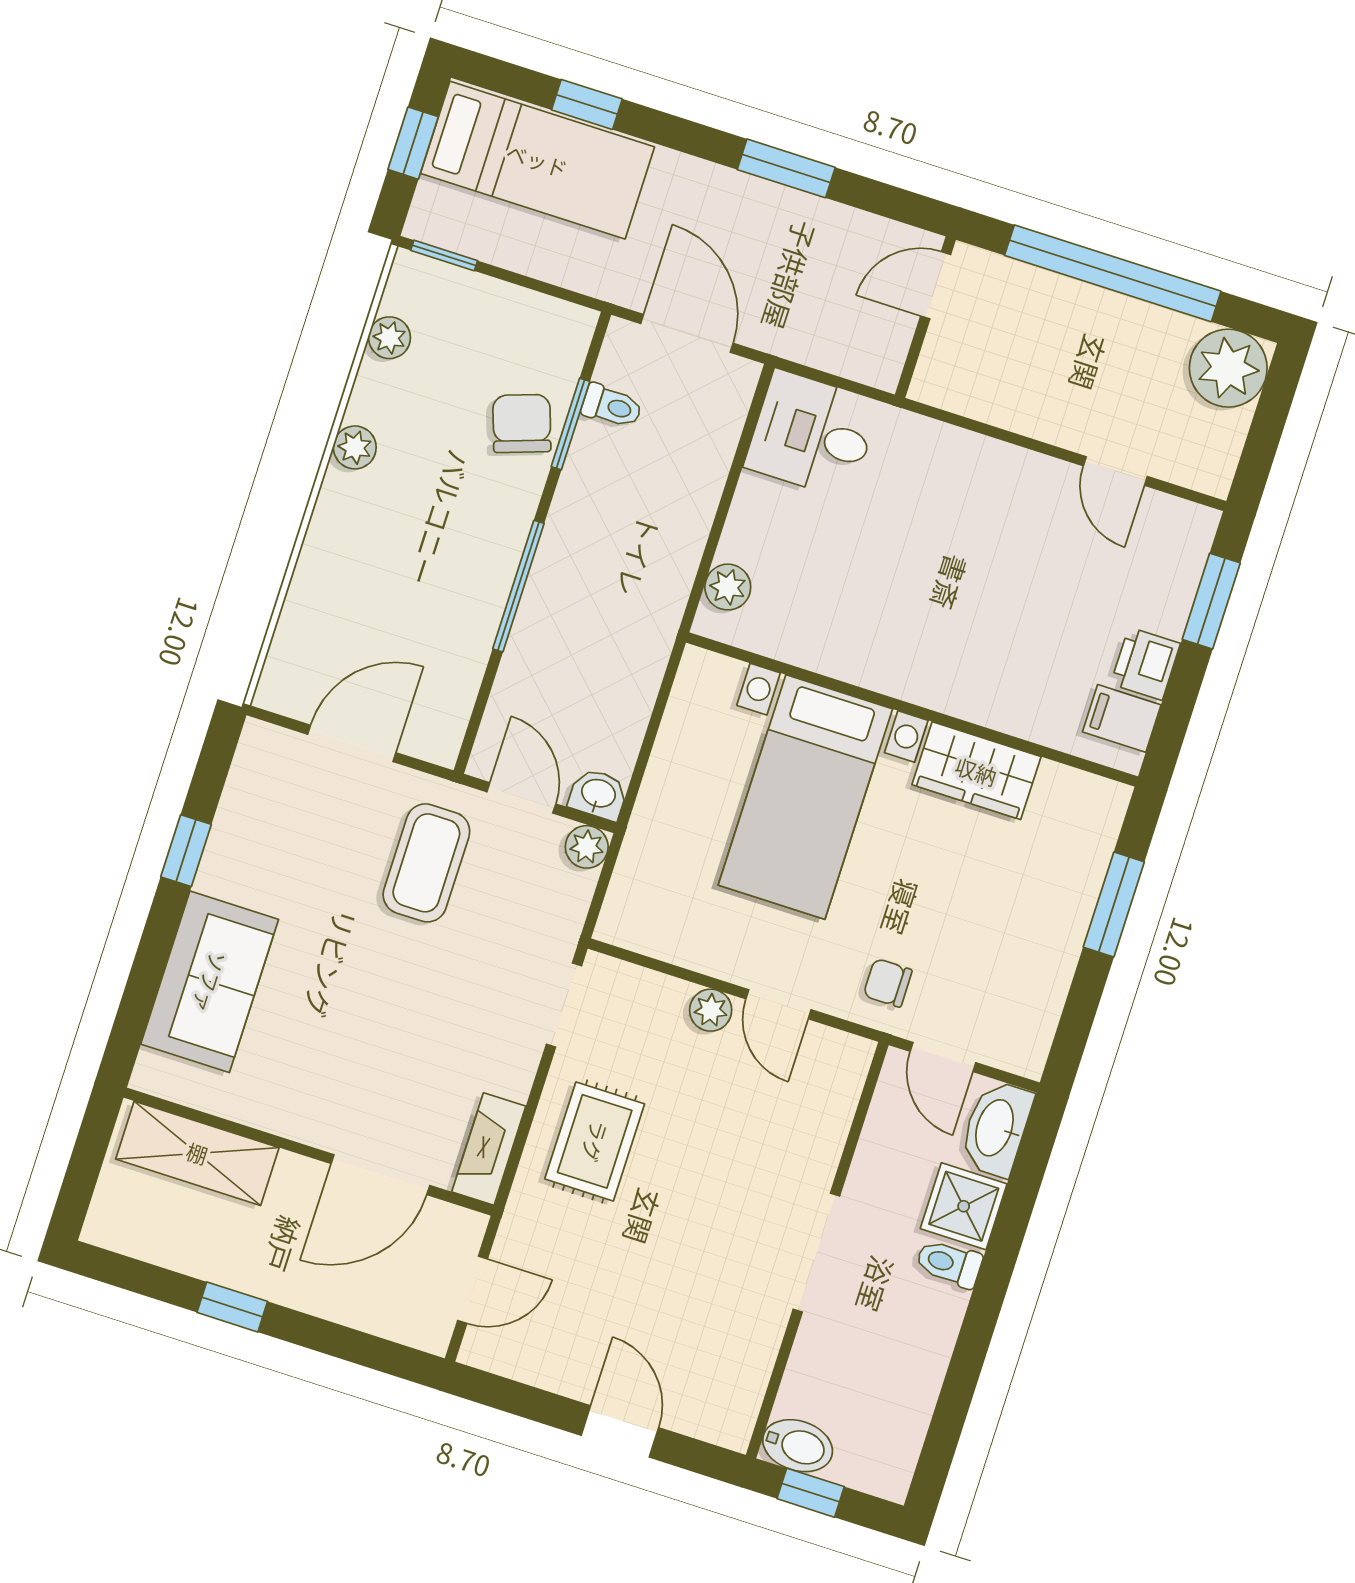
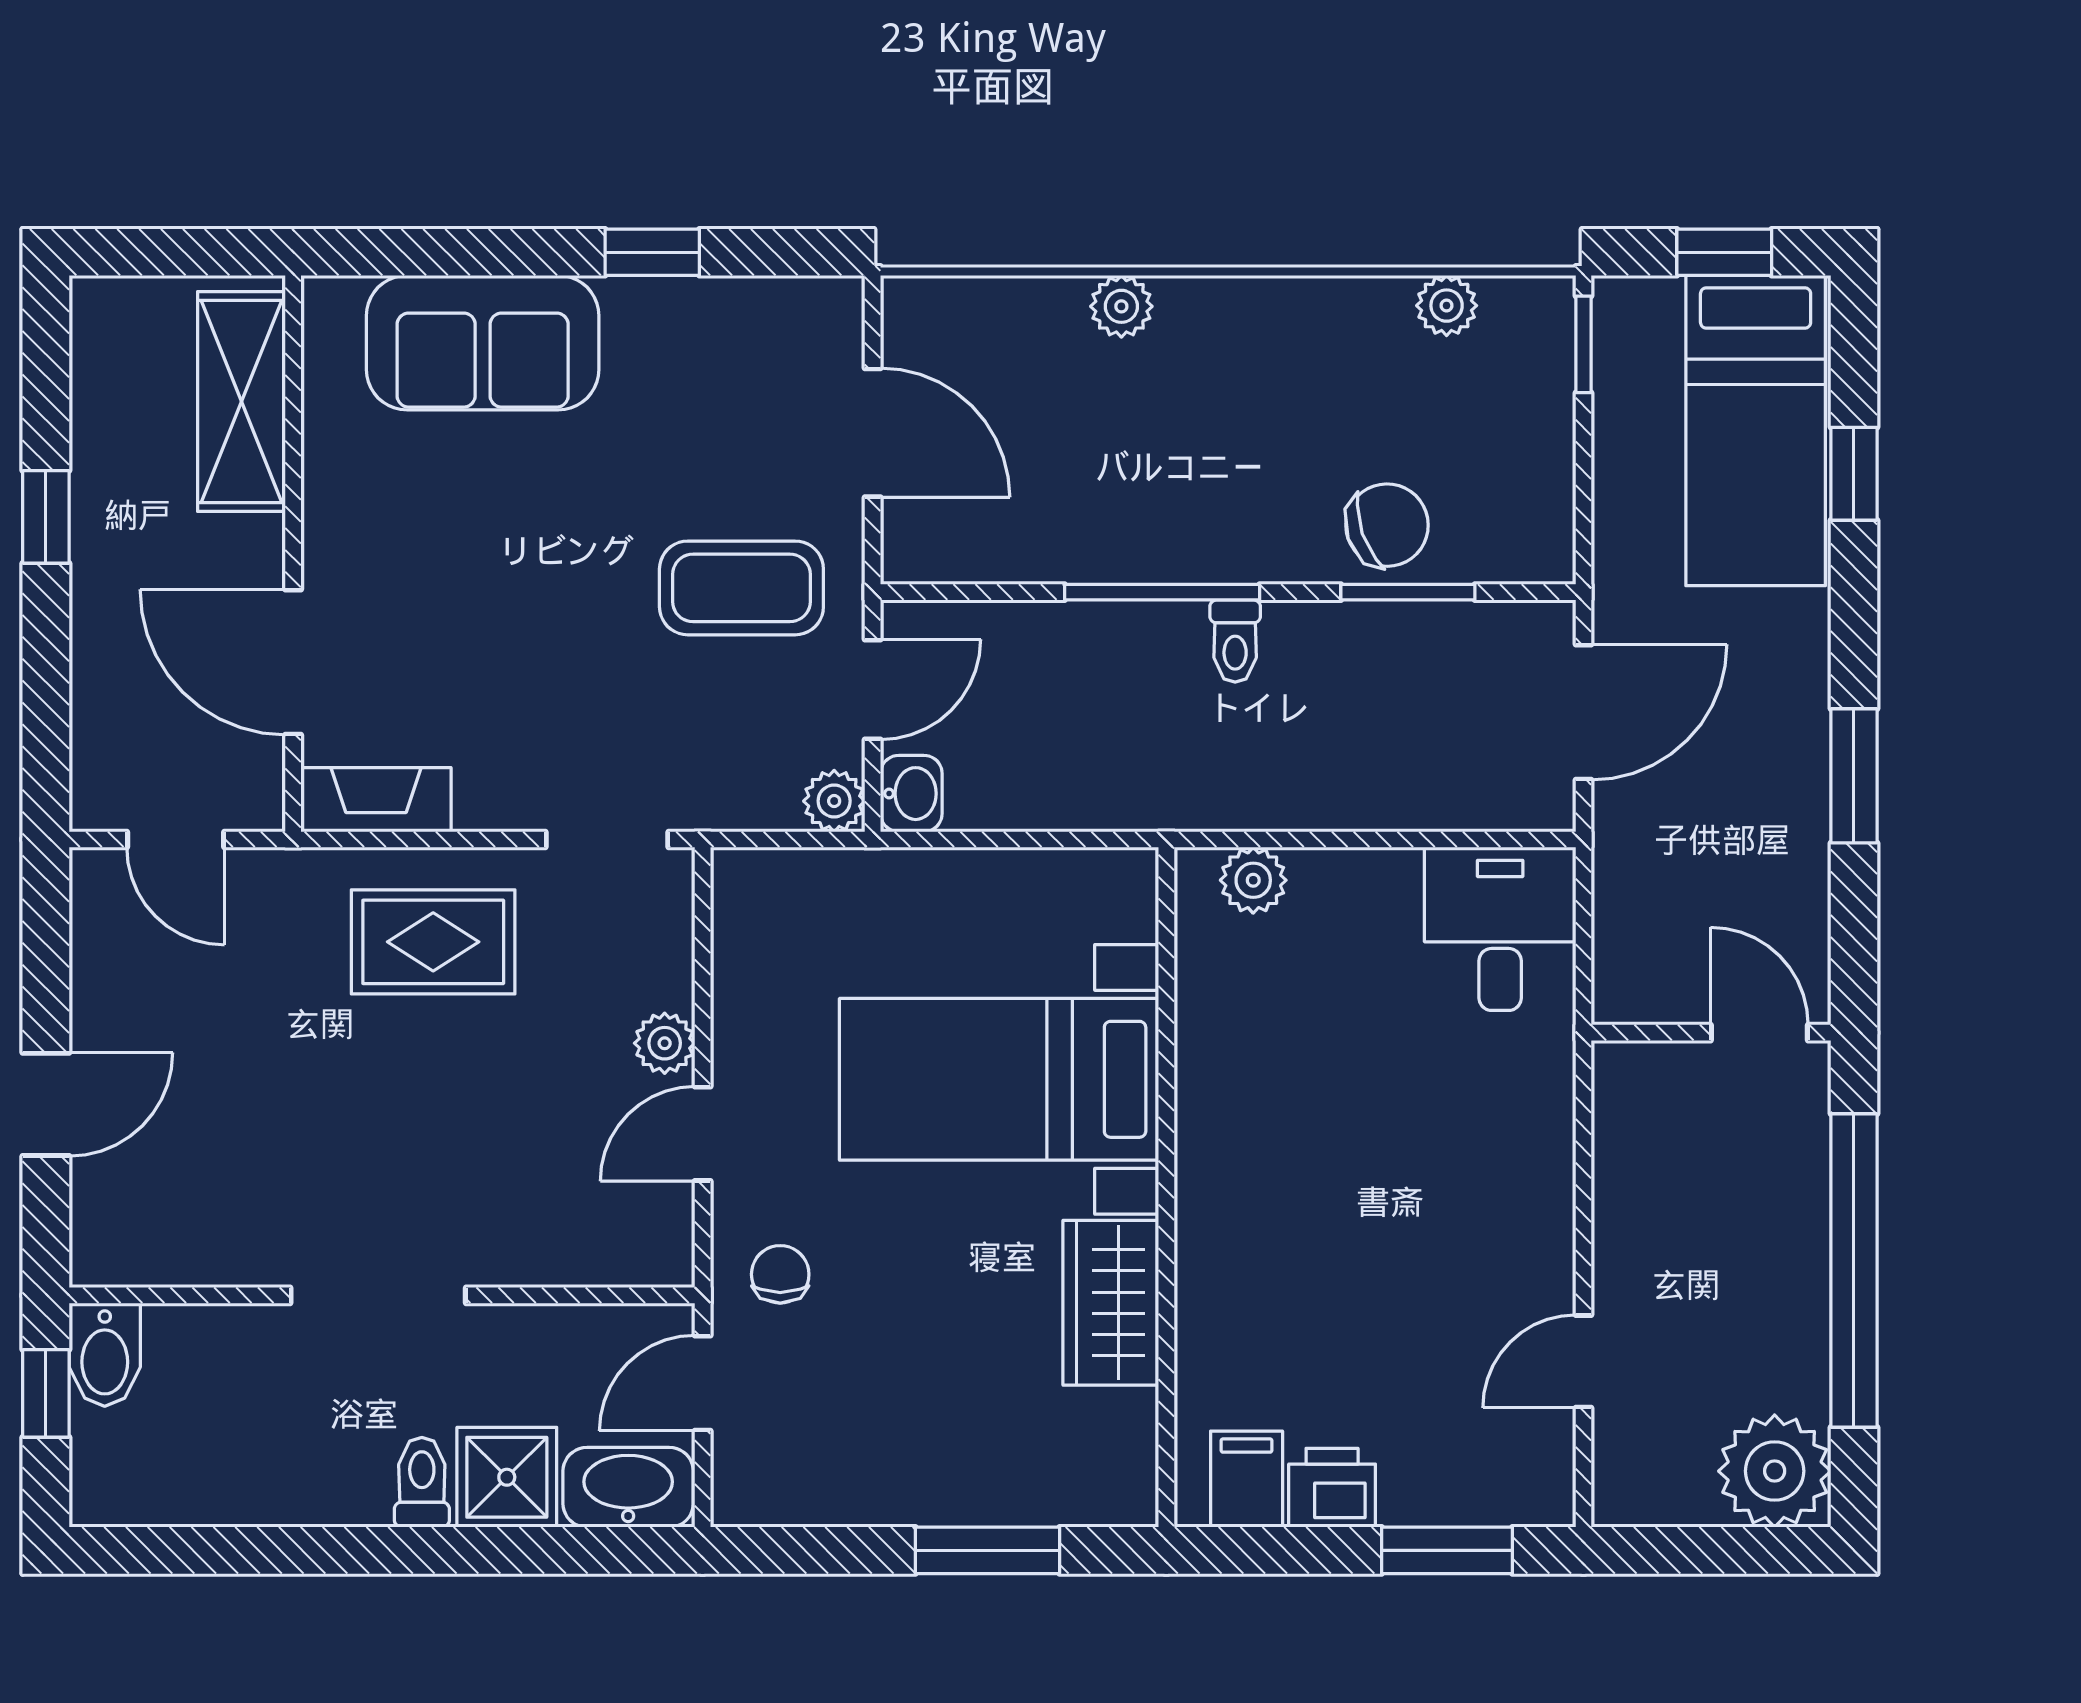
toilet: (612, 406) -> (1235, 641), moved
plant: (355, 447) -> (1121, 306), moved

